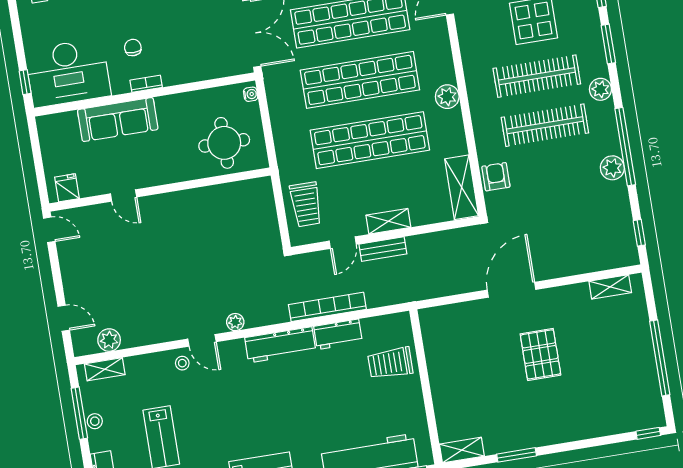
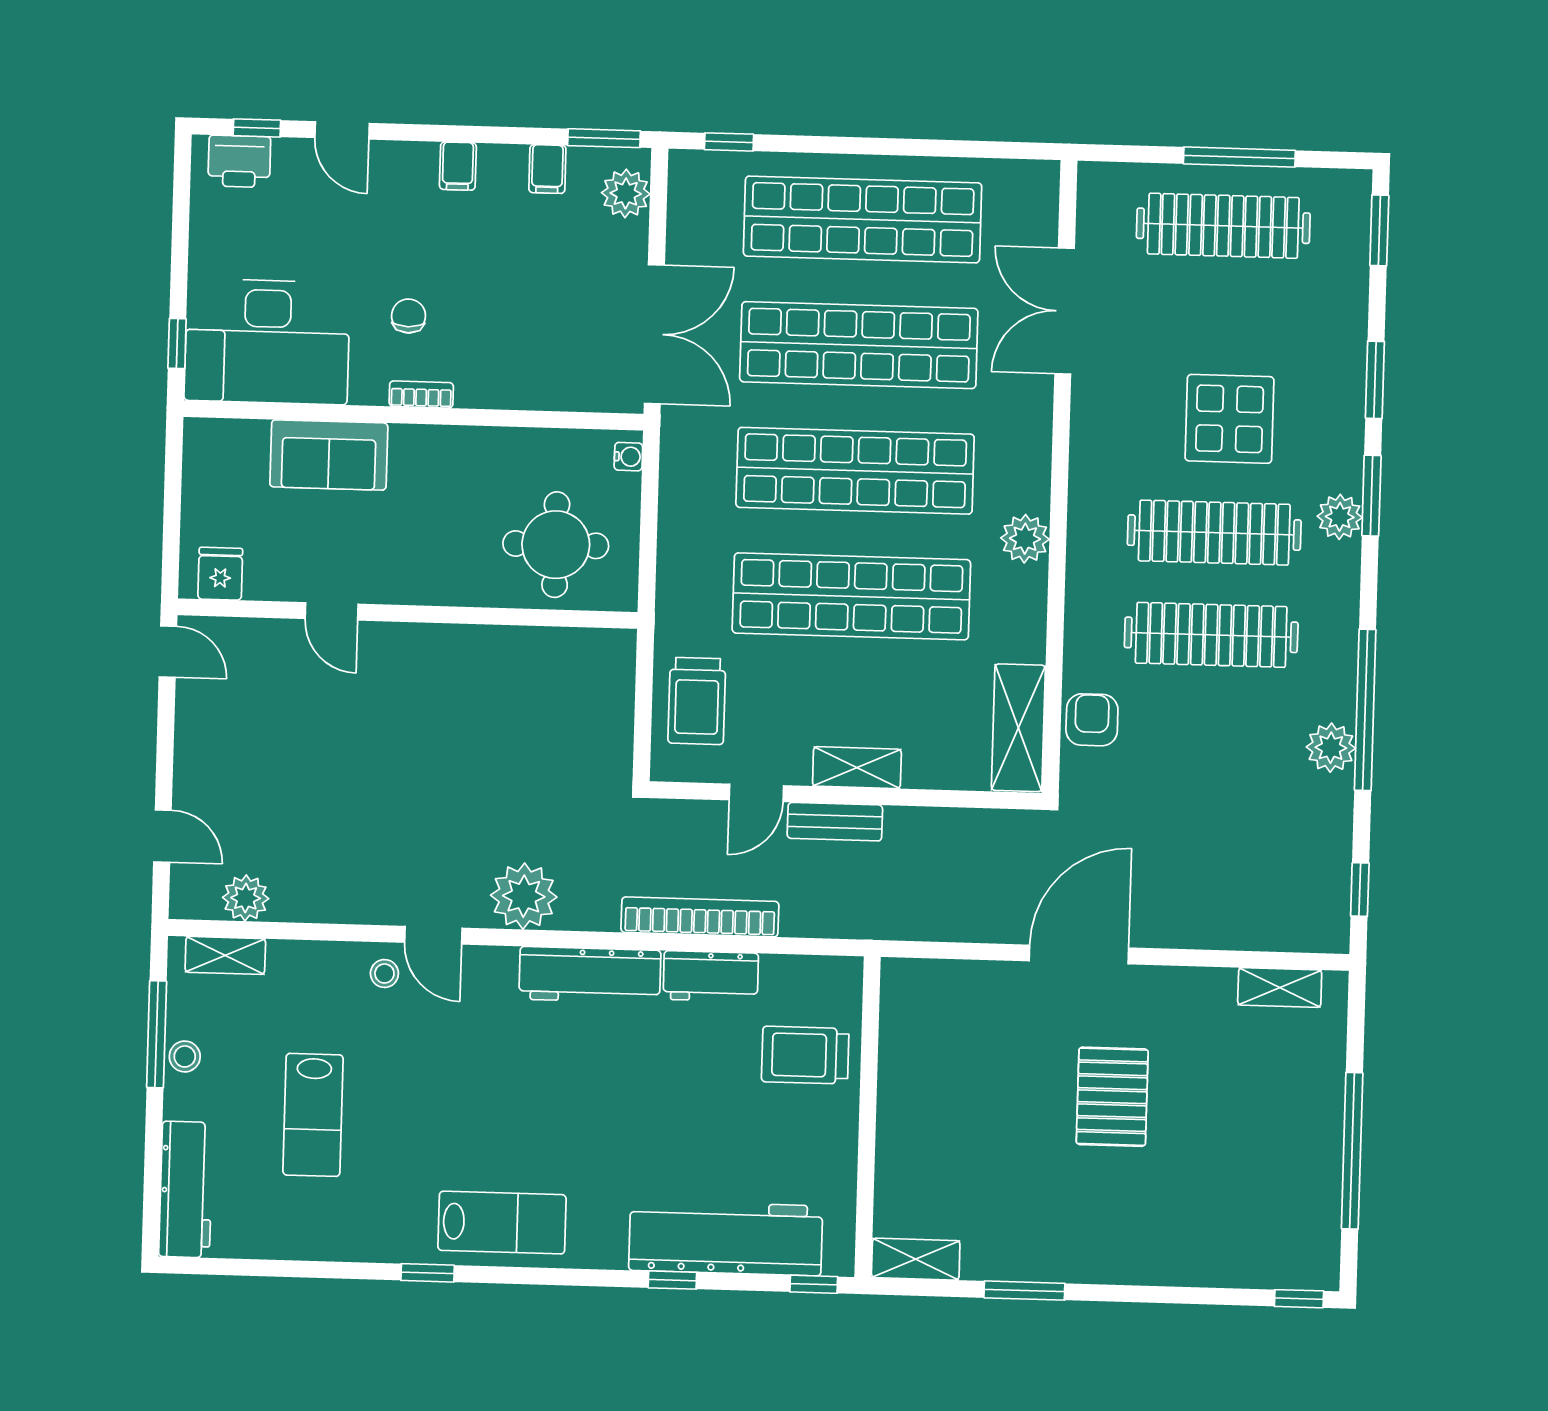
plant: (600, 89) -> (1340, 517), moved
sofa: (118, 120) -> (329, 455), width x0.73
plant: (235, 322) -> (524, 896), width x1.88, depth x1.88

